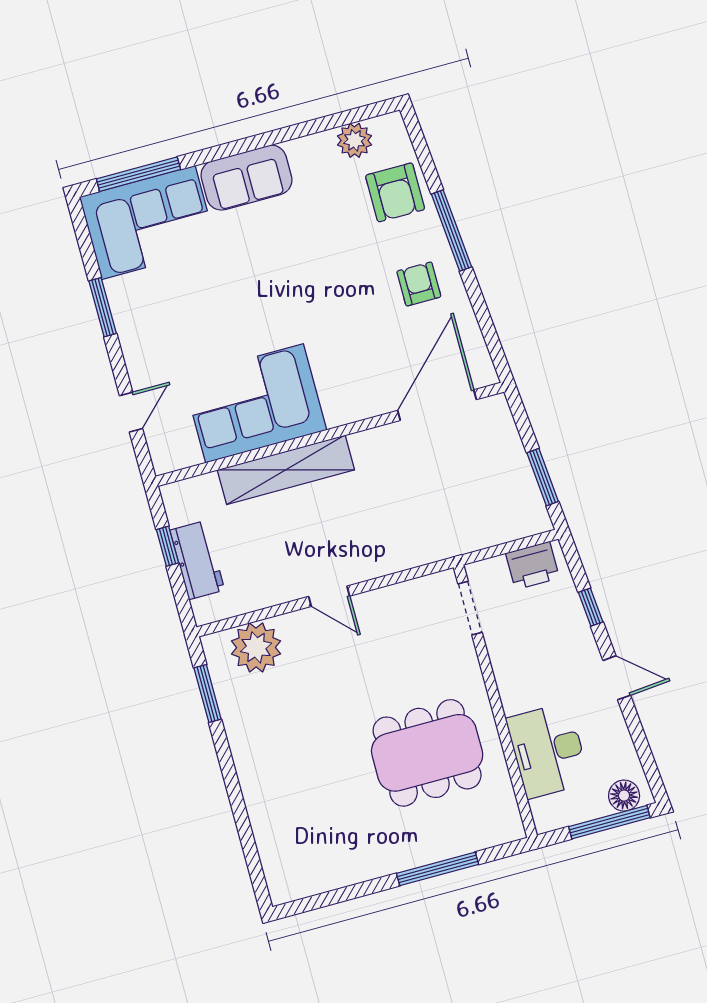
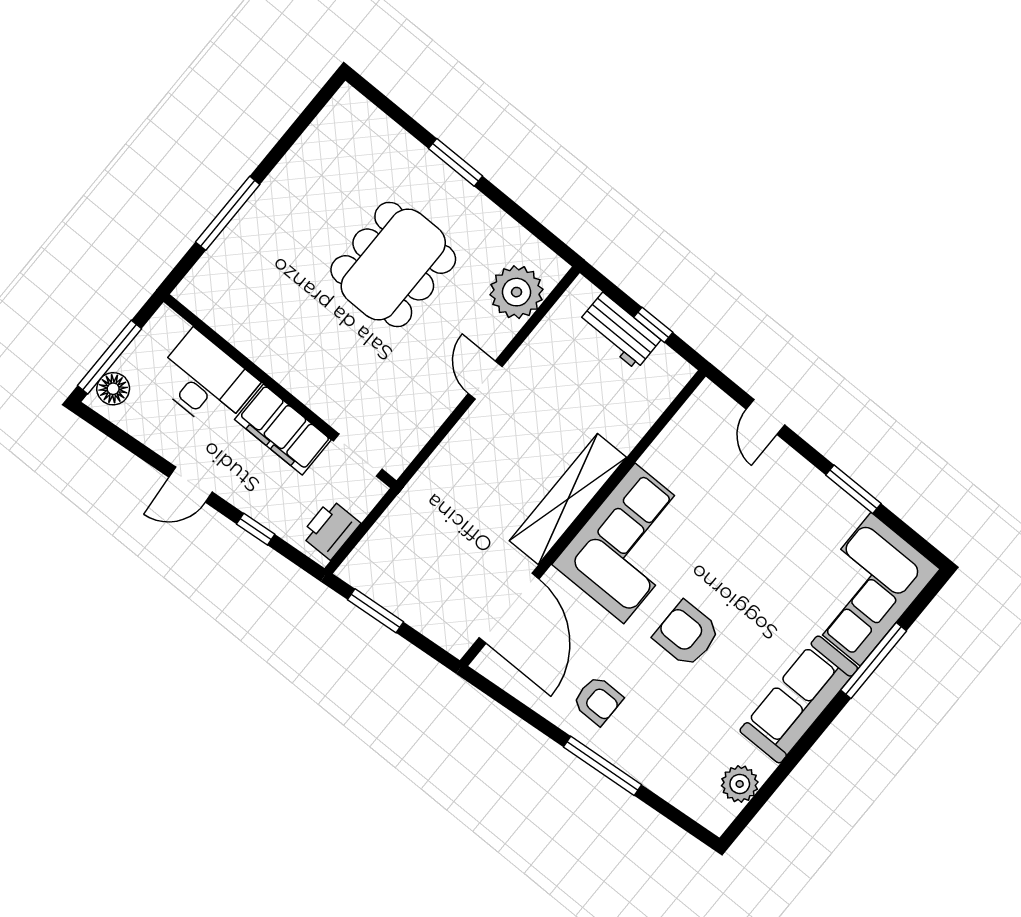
window: (138, 174) -> (874, 661), moved
sofa: (246, 178) -> (799, 699), width x1.36
armchair: (395, 192) -> (687, 634), moved
corner sofa: (255, 403) -> (629, 543), moved
shelving: (286, 470) -> (568, 499), moved
door: (329, 596) -> (485, 380), hinge flipped
filing cabinet: (514, 670) -> (283, 430), added
window: (208, 694) -> (456, 162), moved
dining table: (427, 753) -> (393, 264), moved

